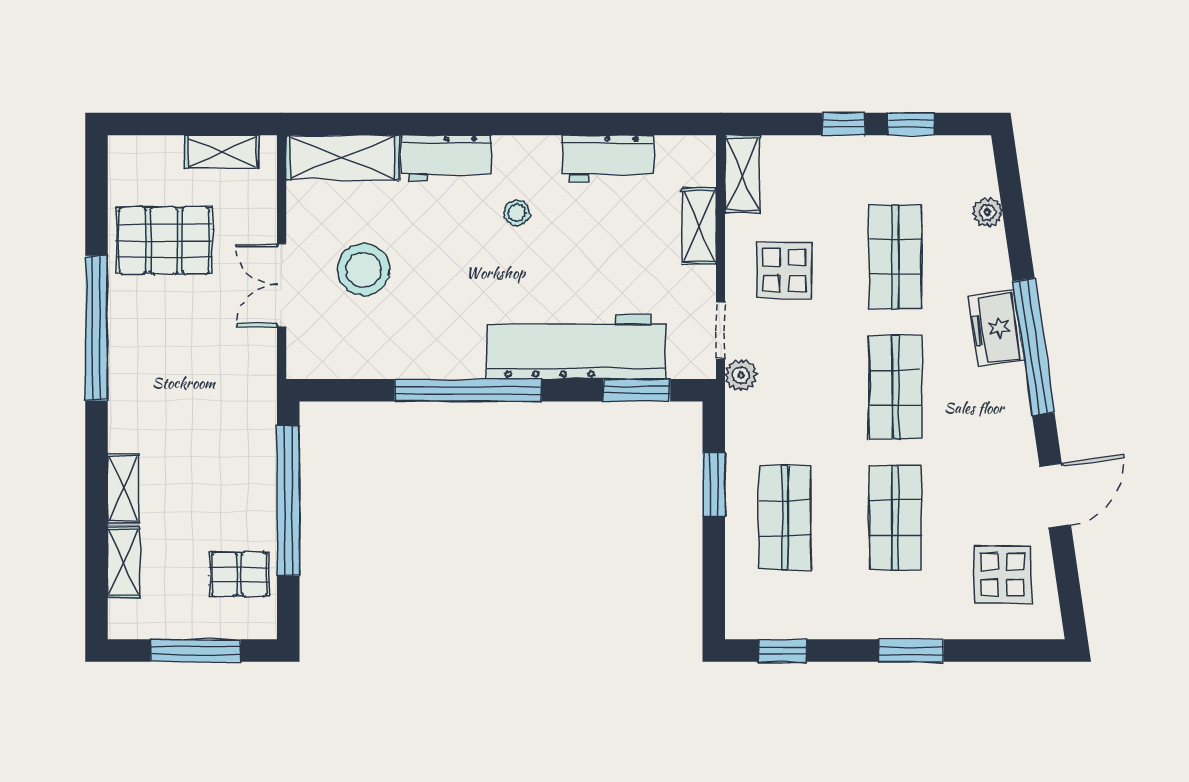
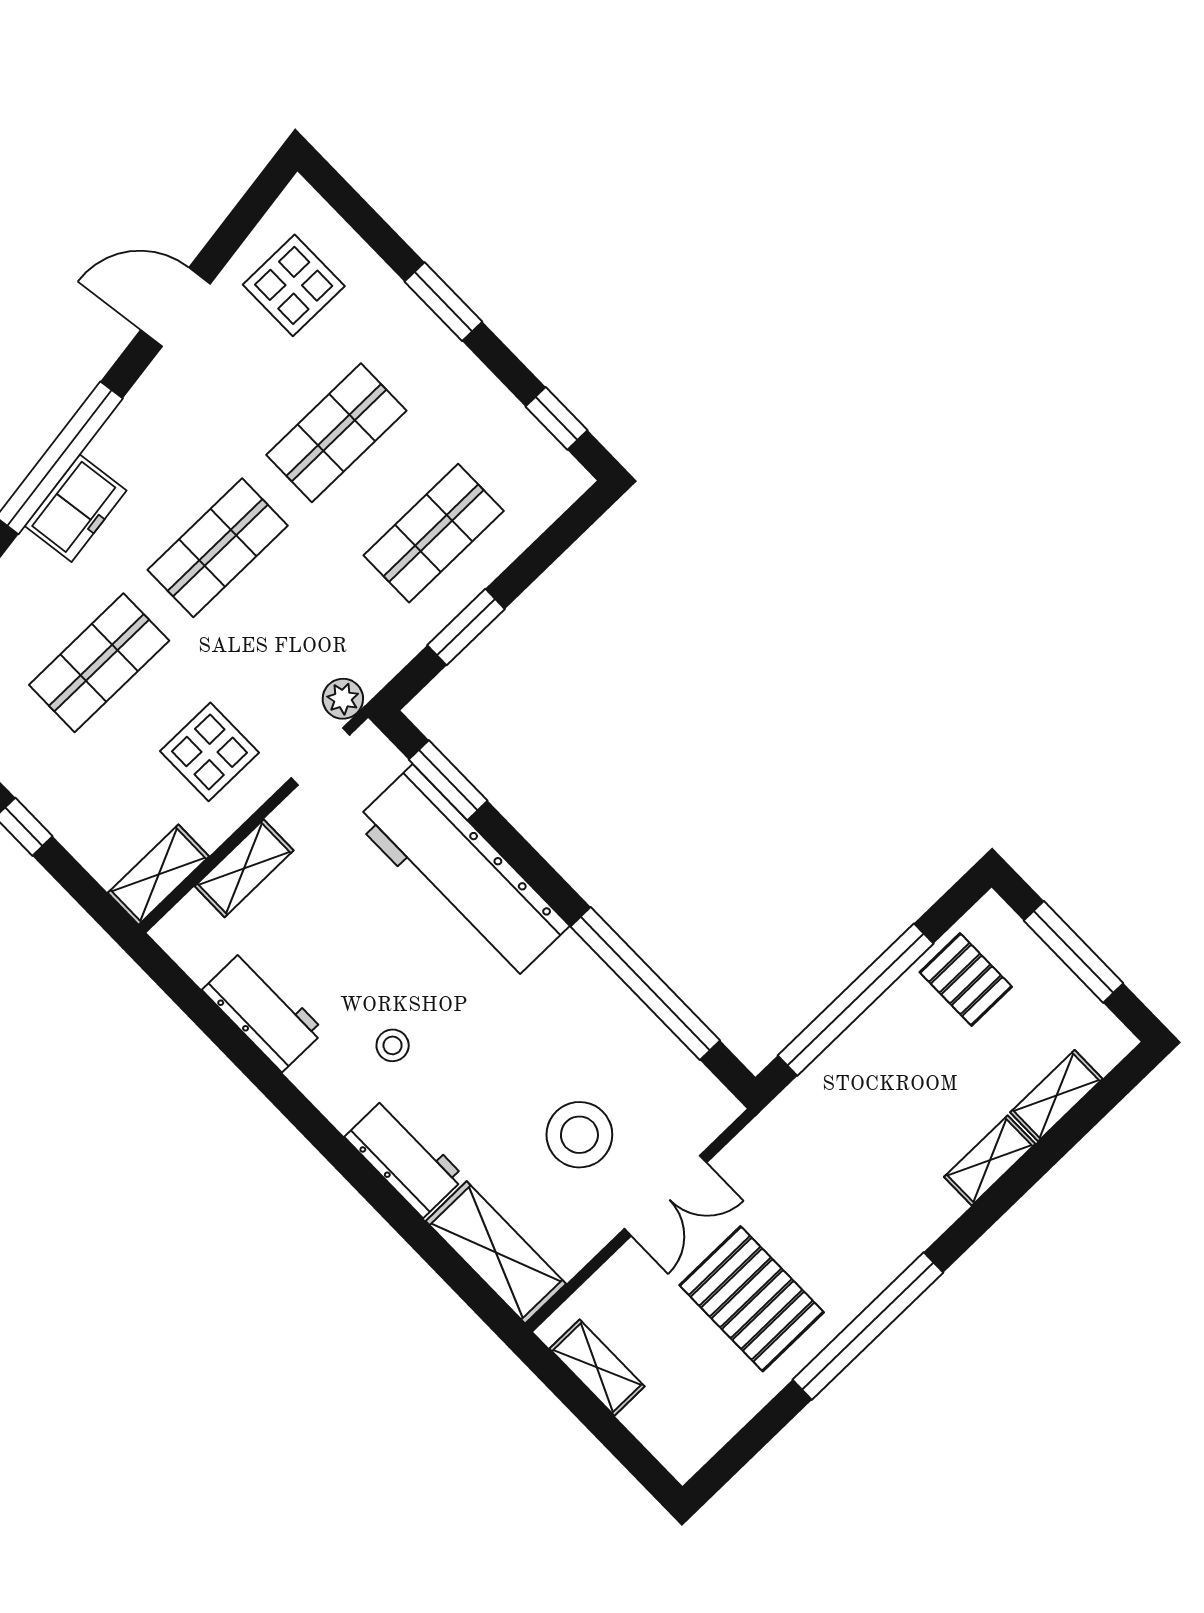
pallet: (164, 241) -> (752, 1299), moved
window: (468, 390) -> (645, 983), moved

